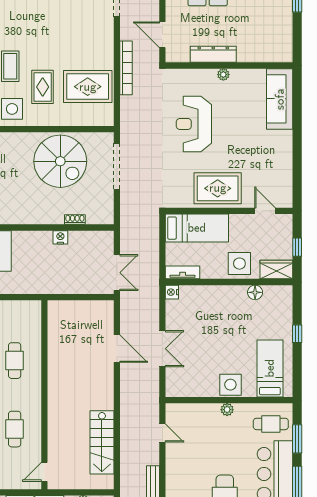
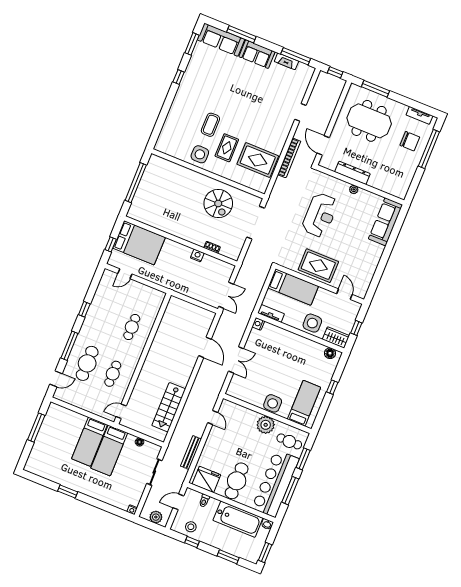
reception desk: (194, 124) -> (320, 215), turned 180
spiral stairs: (60, 161) -> (218, 203), width x0.73, depth x0.73
floor lamp: (255, 292) -> (330, 353), moved
plant: (227, 410) -> (266, 425), width x1.87, depth x1.87

